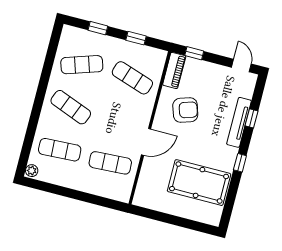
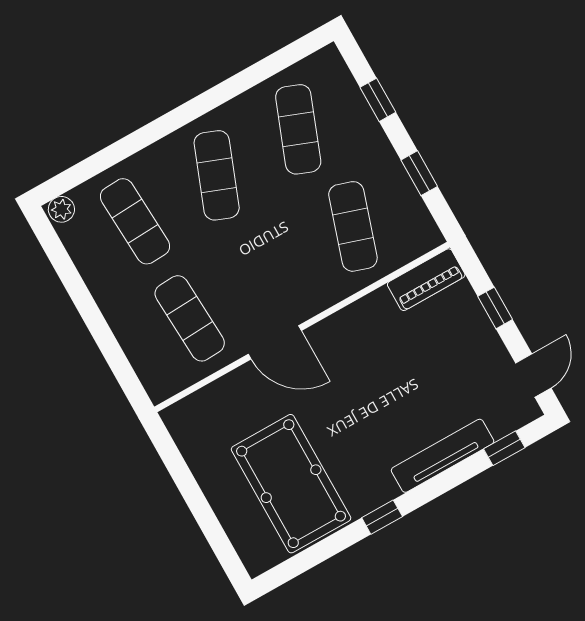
window: (194, 53) -> (495, 308), moved
exercise mat: (82, 65) -> (298, 129), turned 39
armchair: (185, 110) -> (382, 355), removed
window: (252, 118) -> (504, 448), moved

